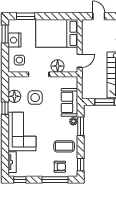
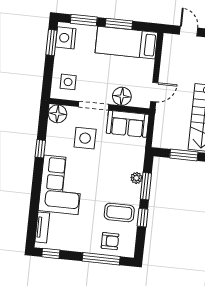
window: (50, 16) -> (119, 24), added
bed: (57, 33) -> (126, 43), width x0.67
nightstand: (15, 40) -> (66, 38), moved
floor lamp: (14, 96) -> (57, 114), moved
sofa: (69, 102) -> (128, 124), moved, turned -90
window: (81, 165) -> (143, 218), moved

